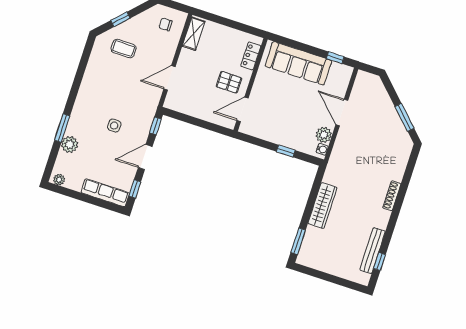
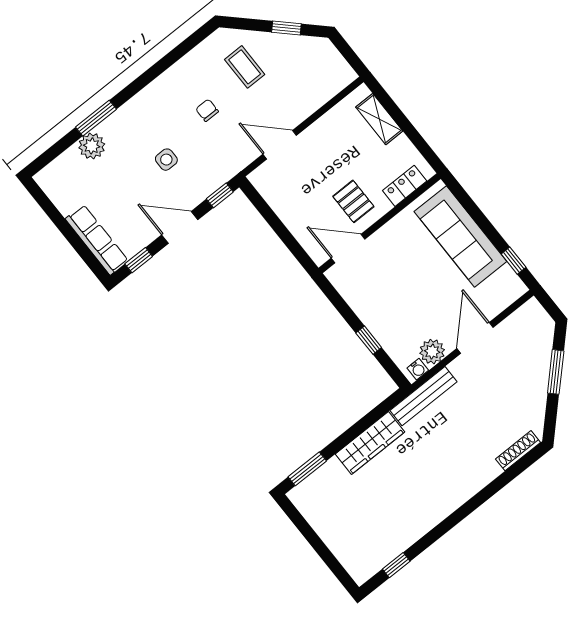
window: (120, 19) -> (286, 28), moved
chair: (166, 24) -> (207, 110), moved
shelving: (194, 34) -> (379, 119), moved, turned 90
window: (404, 117) -> (556, 372), moved
plant: (59, 180) -> (48, 183), removed
shoe rack: (392, 196) -> (518, 451), moved
bench: (373, 251) -> (423, 396), moved

